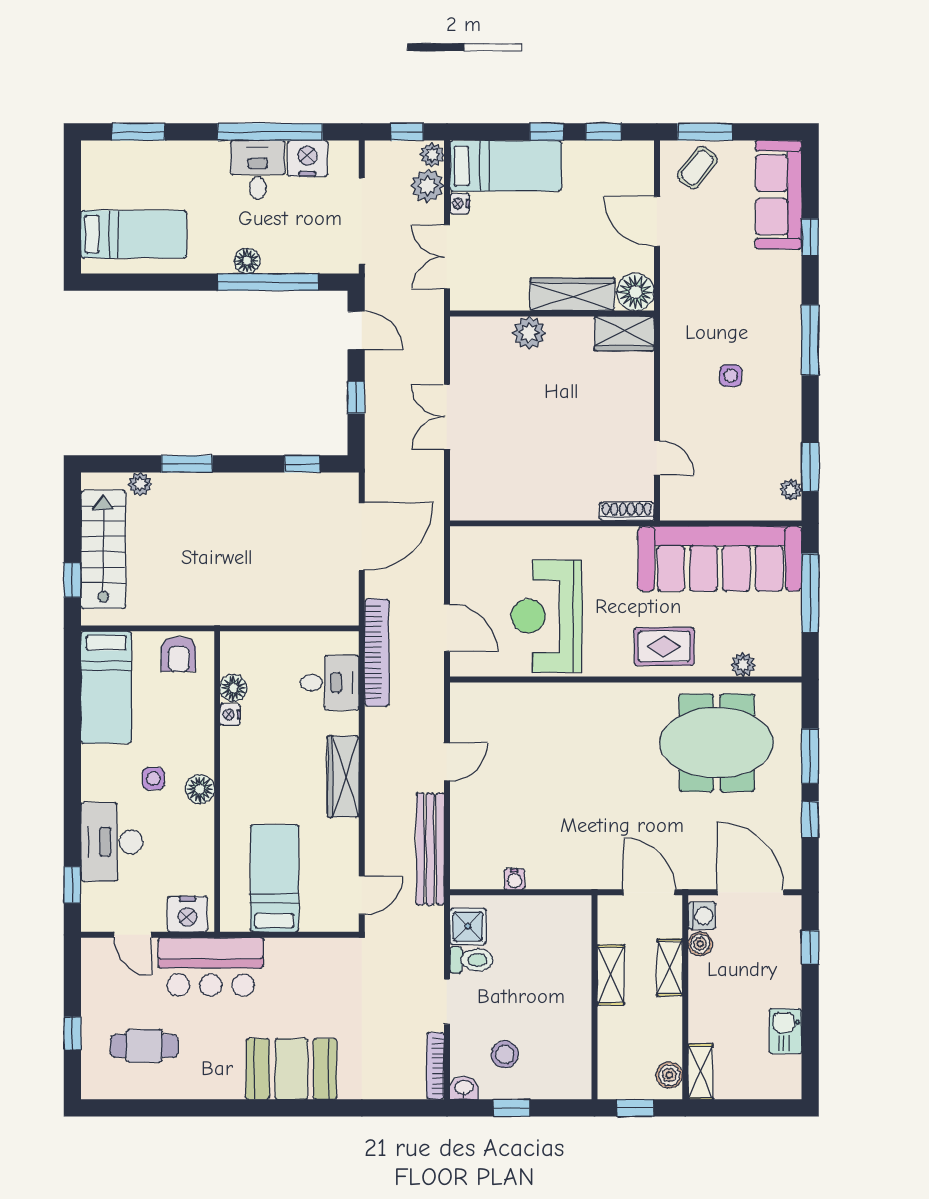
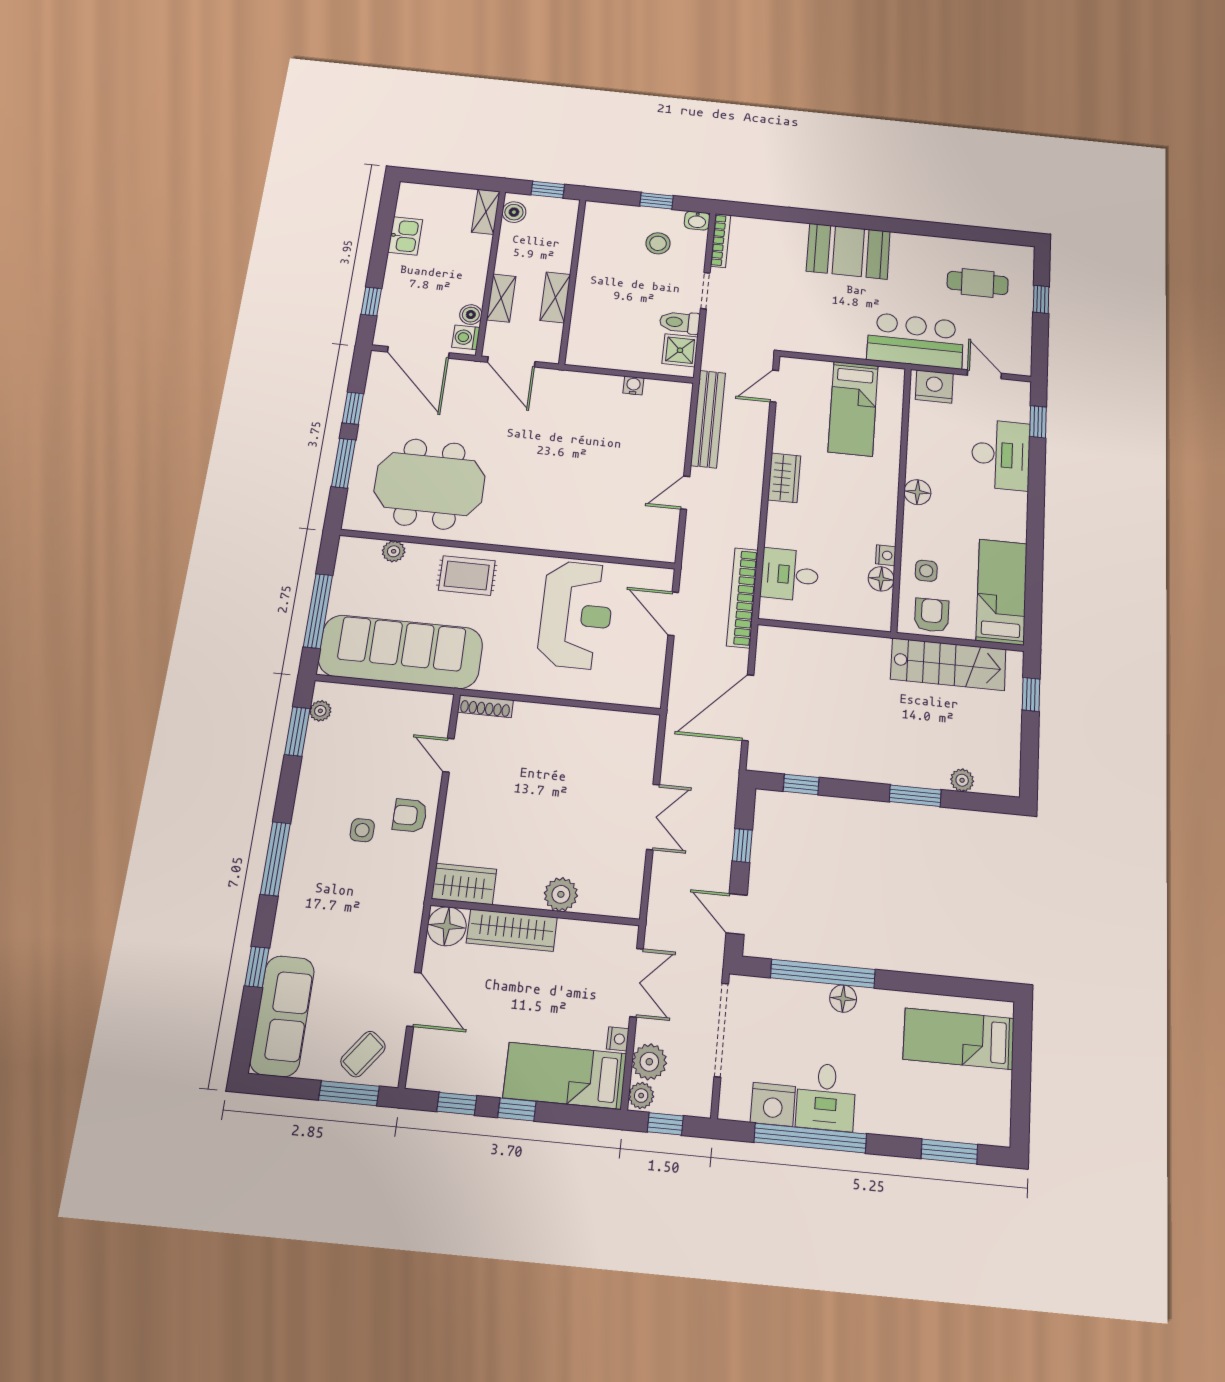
armchair: (686, 394) -> (410, 816), added
stairs: (103, 549) -> (948, 664), moved, turned -90
wardrobe: (343, 777) -> (784, 478), width x0.67
side table: (153, 778) -> (926, 571), moved

